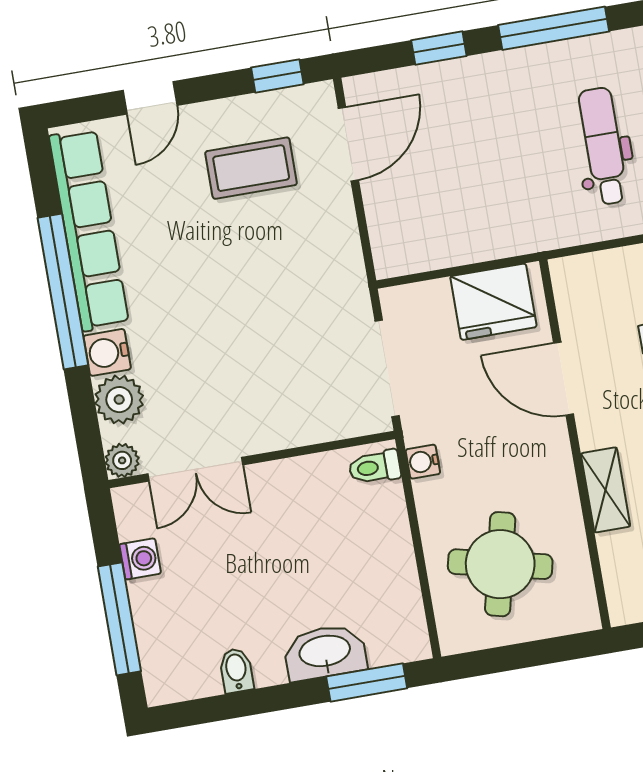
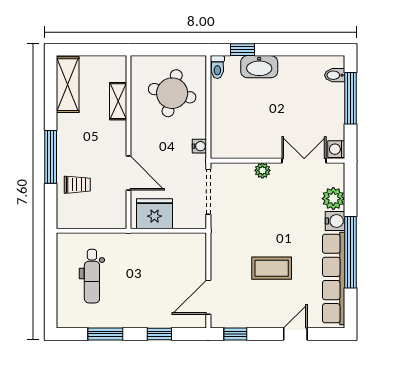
window: (554, 28) -> (105, 334), width x0.69
coffee table: (251, 168) -> (272, 268), moved
plant: (122, 460) -> (262, 170), moved
toilet: (375, 467) -> (217, 67), moved, turned 90
shelving: (606, 490) -> (118, 101), moved
washing machine: (140, 559) -> (336, 149), moved
bidet: (236, 670) -> (335, 75), moved, turned 90
window: (367, 682) -> (242, 50), width x0.67

